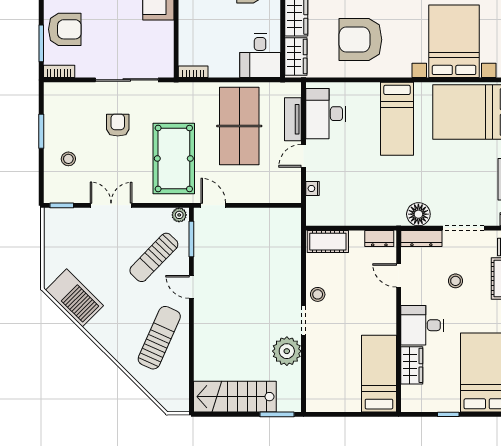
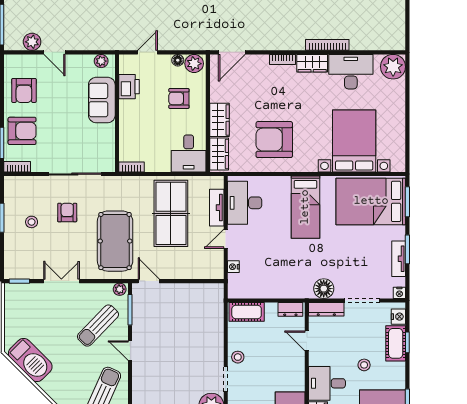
stool: (68, 159) -> (32, 222), moved
stool: (455, 281) -> (364, 365), moved

